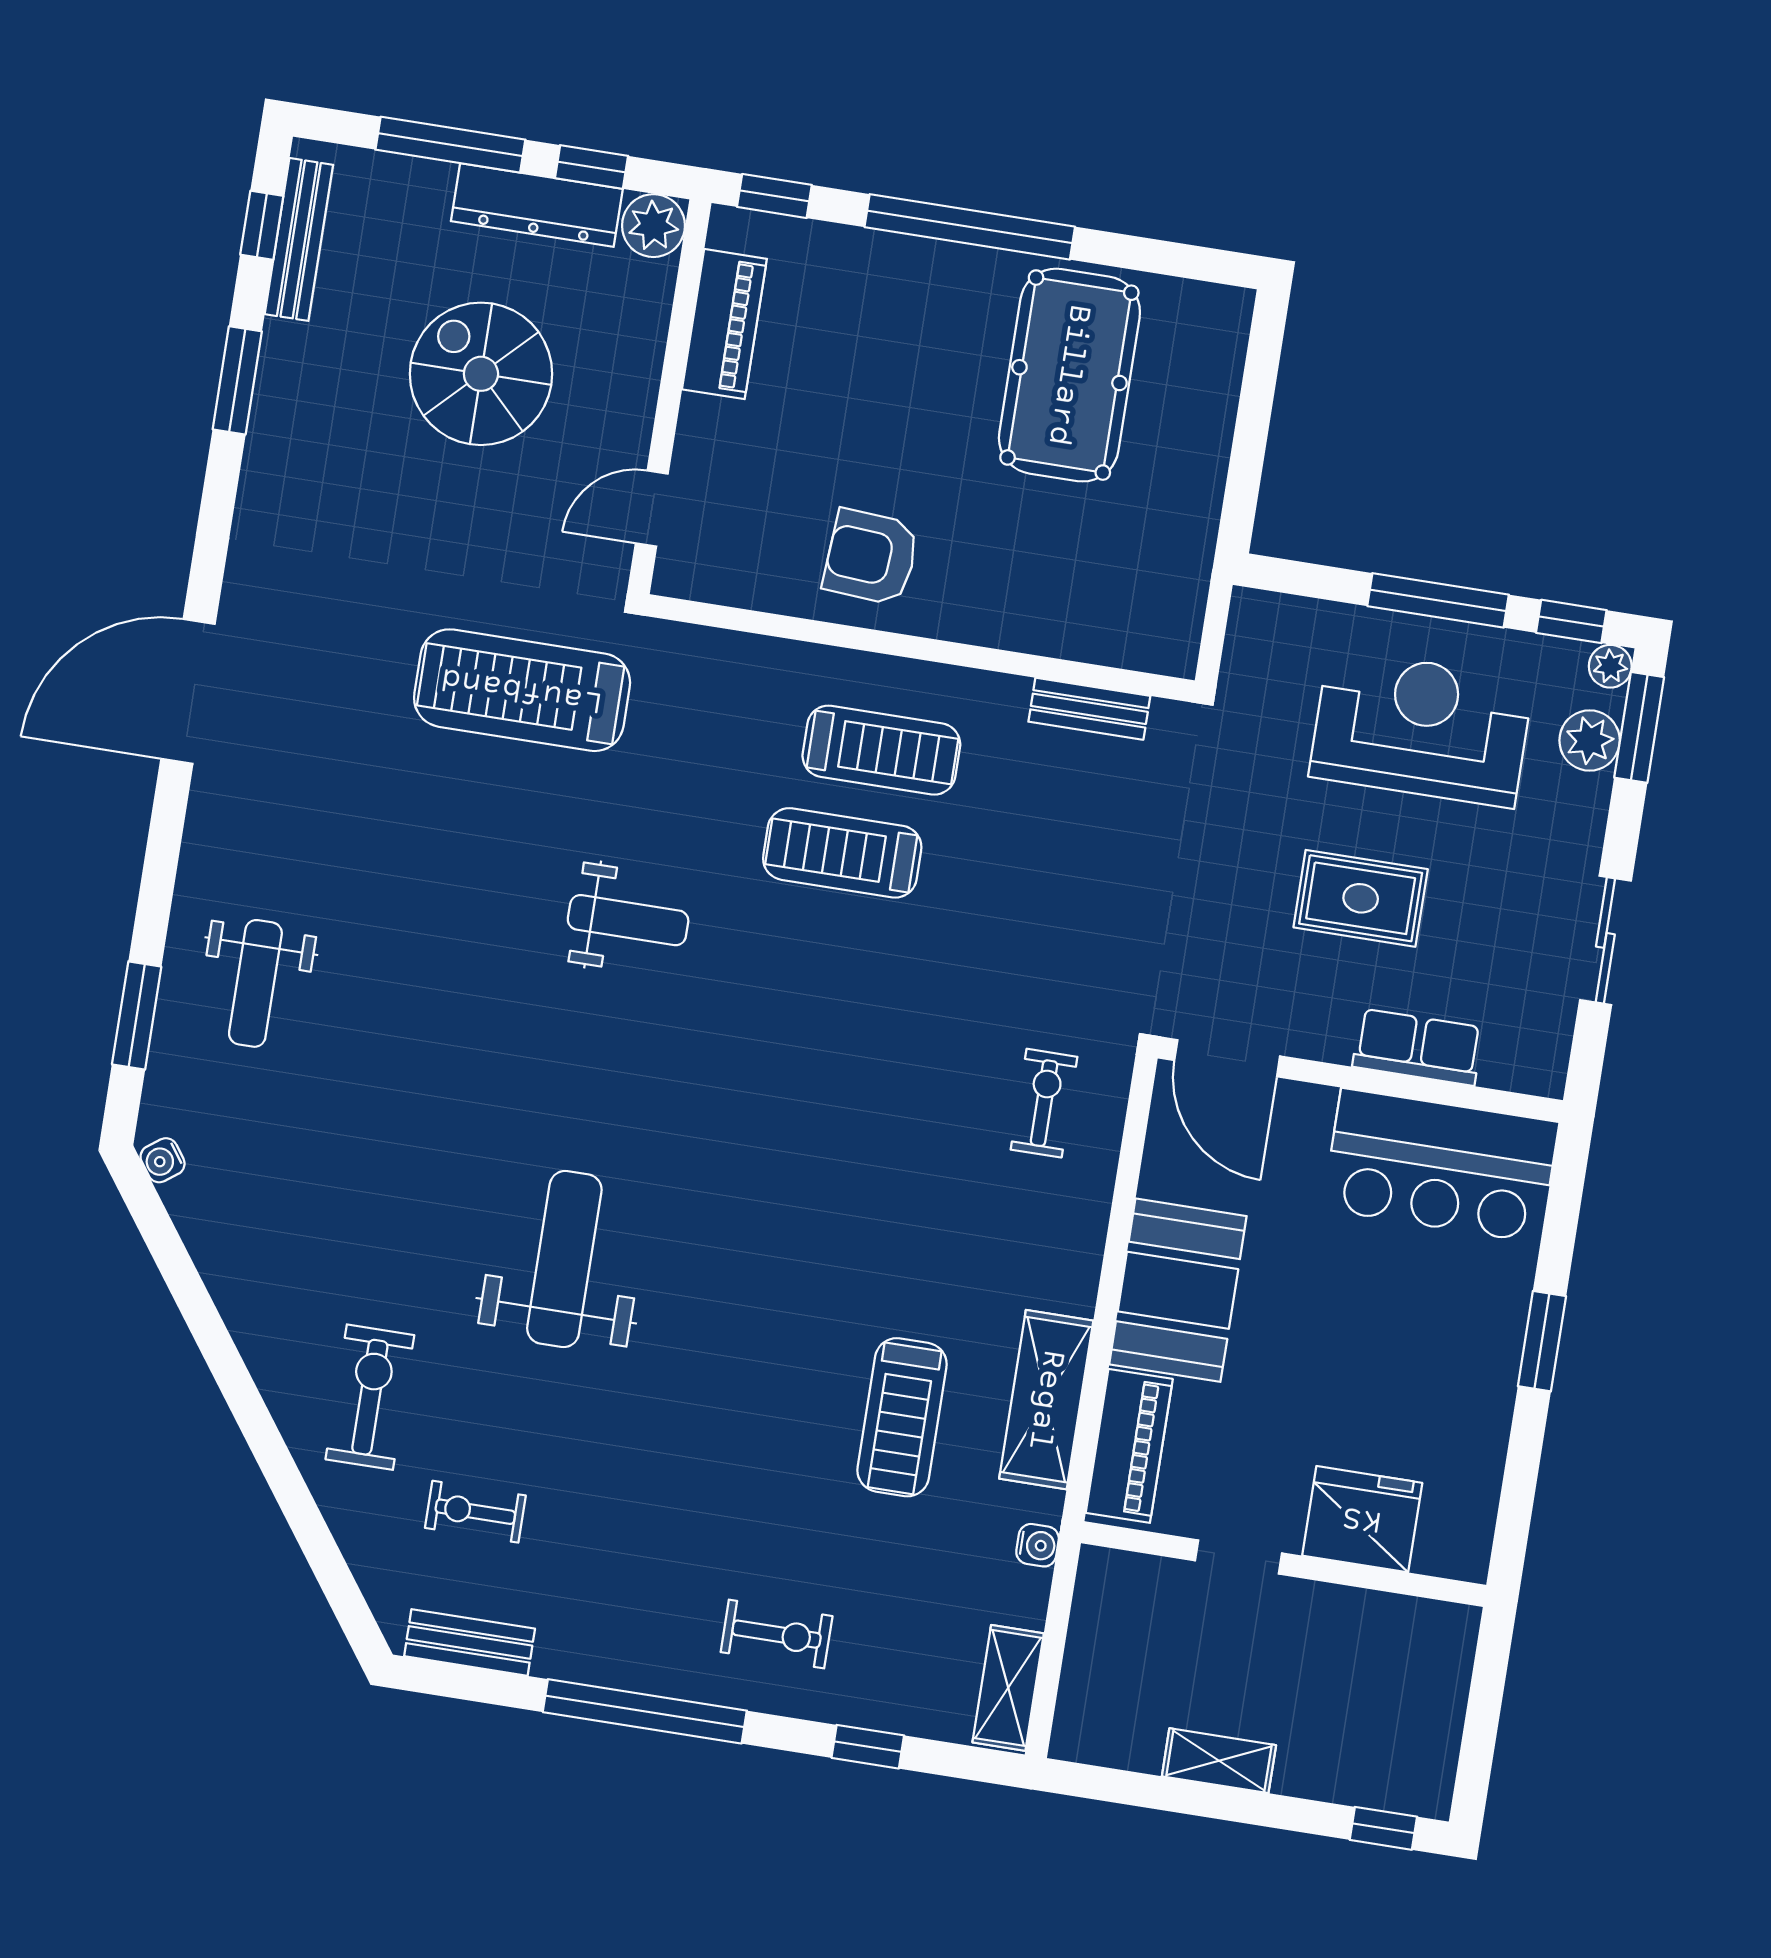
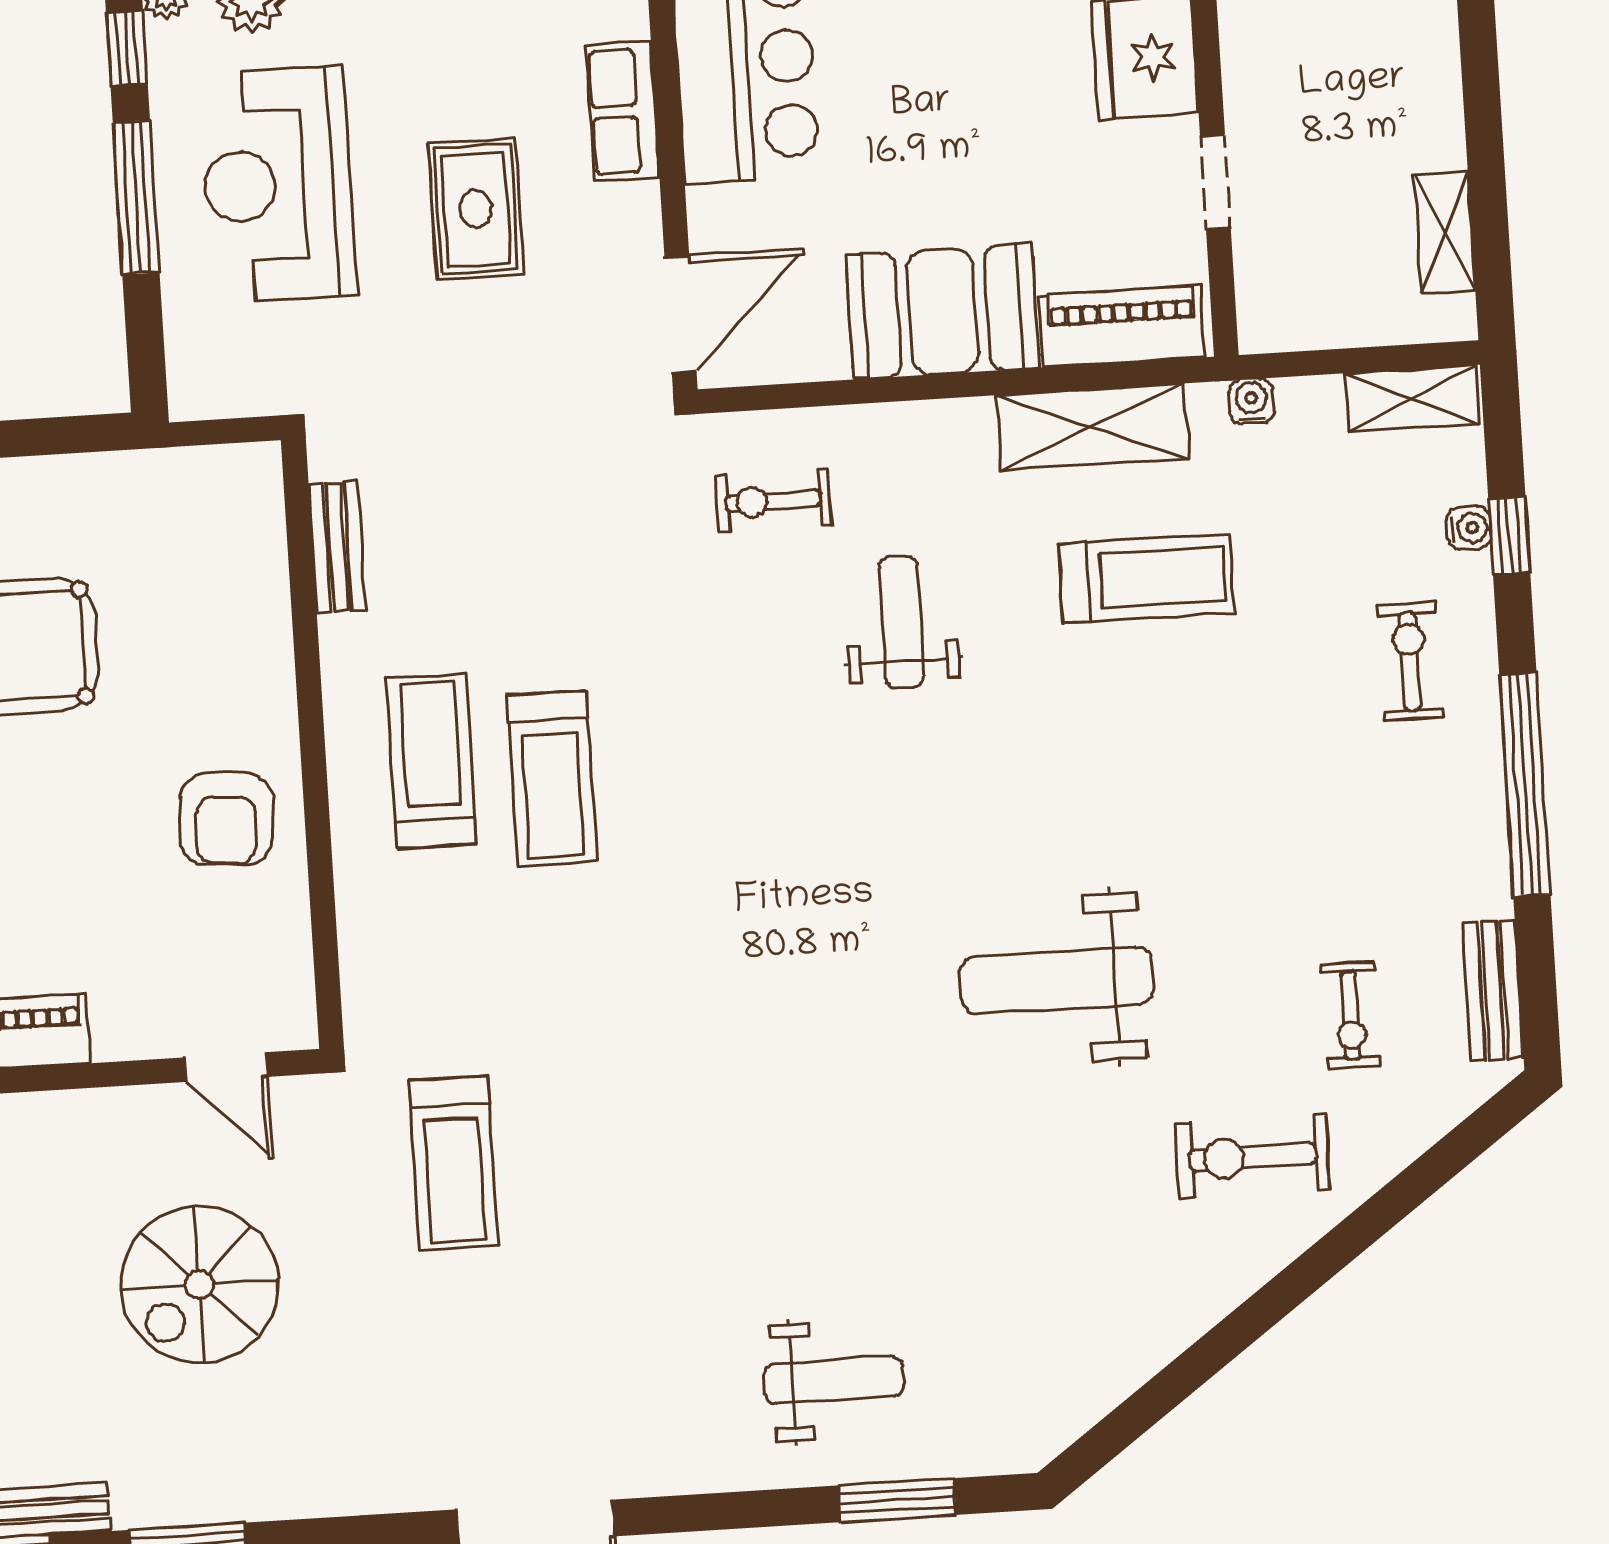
spiral stairs: (481, 374) -> (199, 1284), moved
treadmill: (522, 690) -> (454, 1163), width x0.73, depth x0.73
weight bench: (628, 920) -> (901, 622), moved
water cooler: (163, 1160) -> (1469, 528), moved, turned -54
shelving: (1219, 1761) -> (1445, 232), moved

